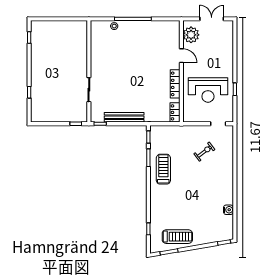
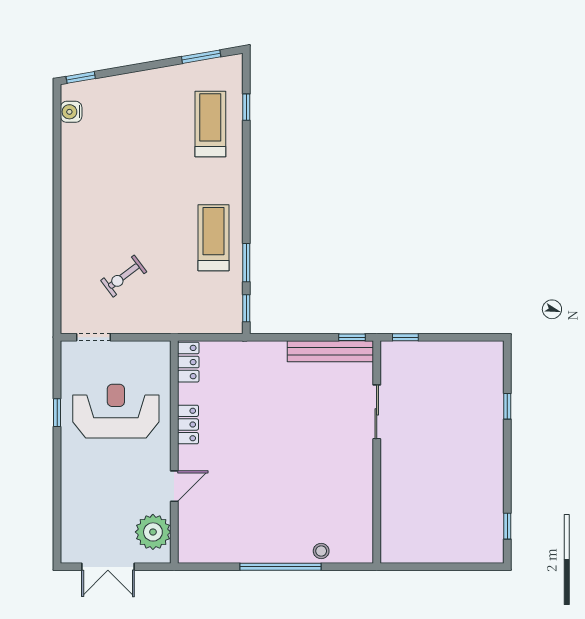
door: (181, 56) -> (174, 486), swing flipped
locker: (175, 84) -> (188, 424), width x0.66
bench: (124, 117) -> (330, 351), moved
treadmill: (163, 169) -> (214, 238), turned 180
water cooler: (228, 210) -> (71, 112), moved
treadmill: (177, 237) -> (210, 124), moved, turned 90

